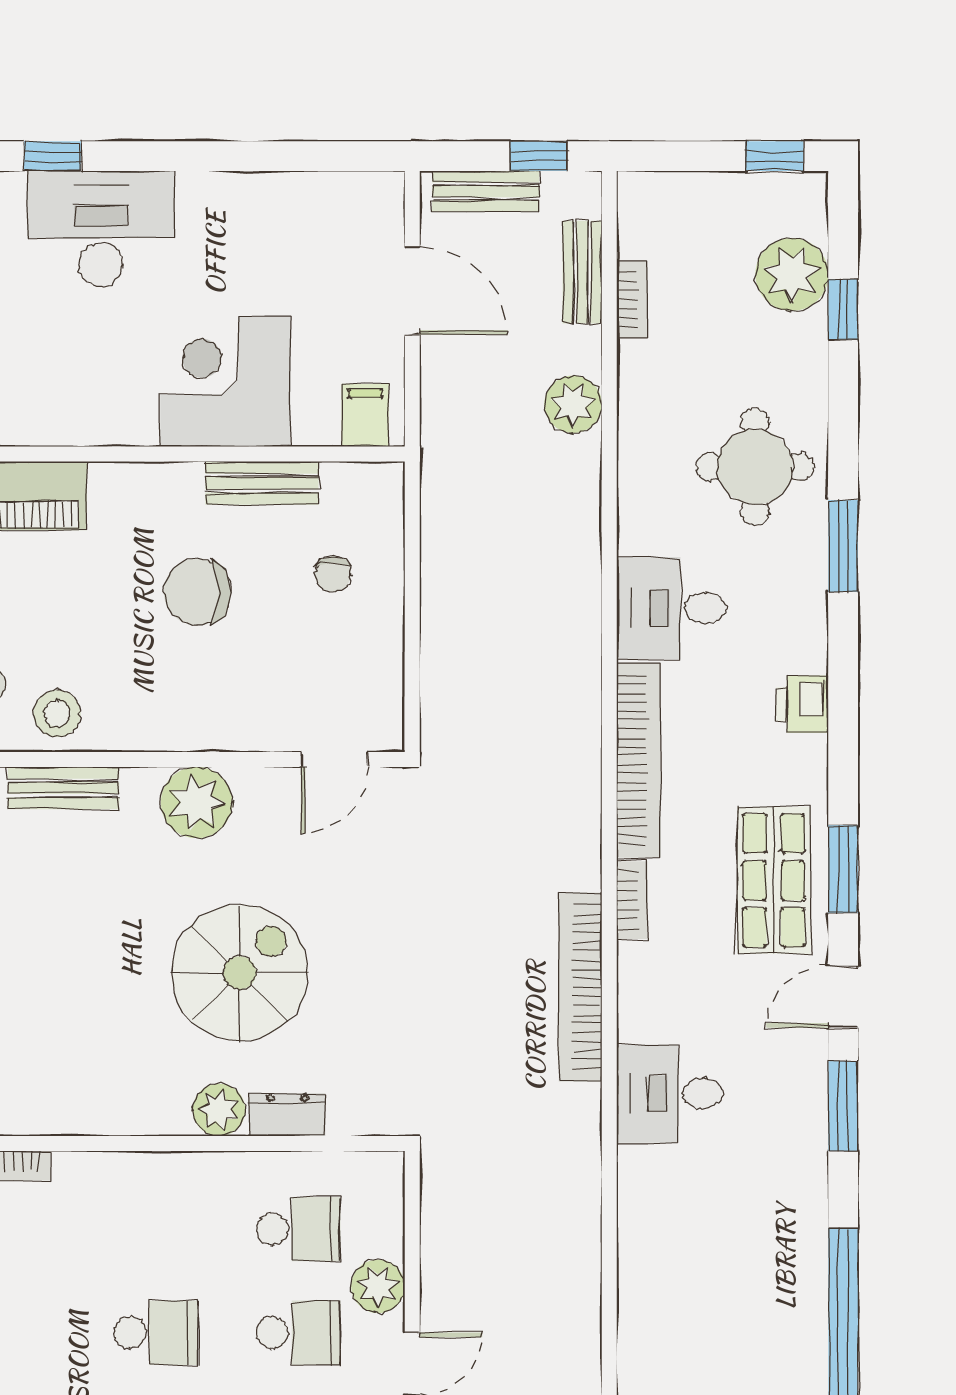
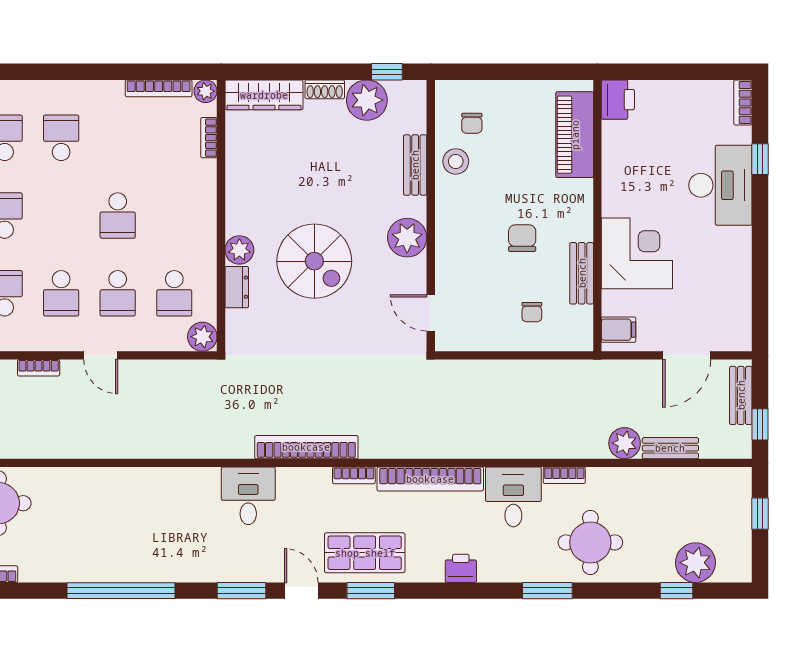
window: (775, 156) -> (760, 514), moved
bench: (582, 272) -> (670, 448), moved
bookcase: (632, 300) -> (564, 475), moved
chair: (333, 574) -> (532, 312), turned -90
chair: (197, 592) -> (522, 238), width x0.73, depth x0.73
plant: (378, 1286) -> (202, 337), moved

